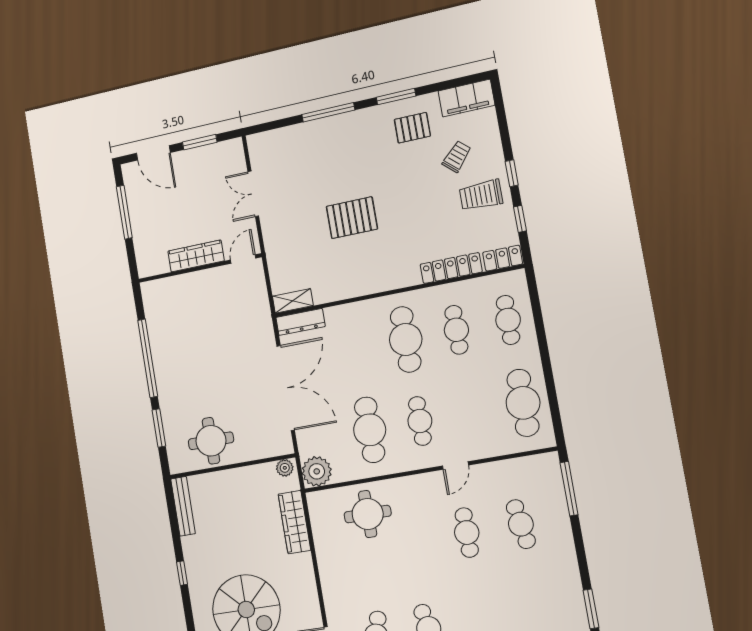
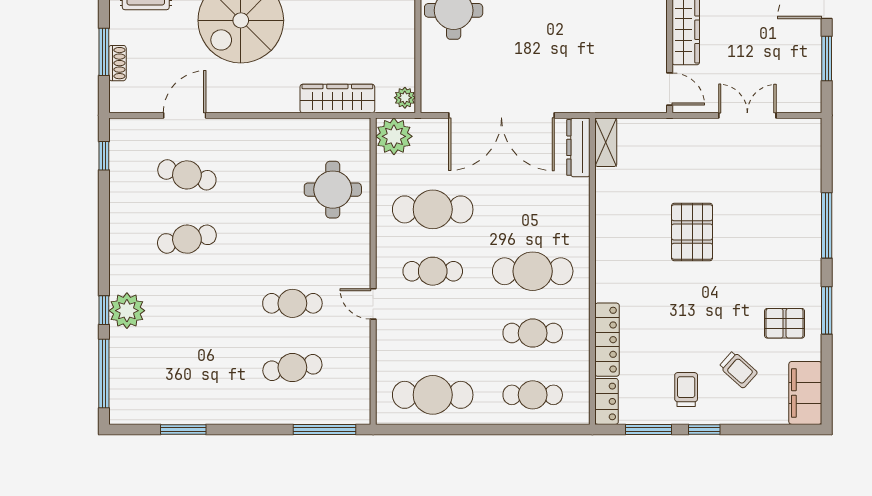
pallet: (412, 128) -> (785, 323), turned 90
trolley: (481, 195) -> (686, 390), width x0.73, depth x0.72
window: (520, 219) -> (649, 429), width x1.50

